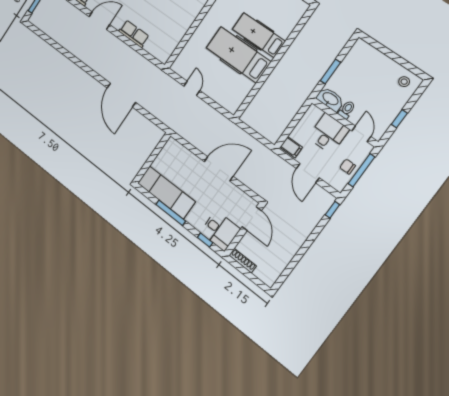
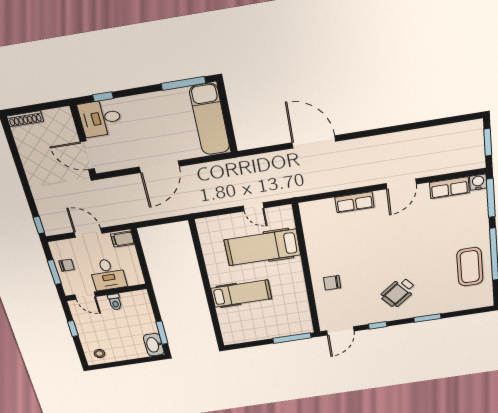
hospital bed: (238, 55) -> (262, 247), moved, turned 180
window: (330, 71) -> (162, 333), moved
washbasin: (330, 99) -> (154, 345), moved, turned 90
window: (361, 170) -> (54, 272), width x0.69
exam couch: (166, 192) -> (210, 119), moved, turned 90
window: (171, 213) -> (183, 83), moved
shoe rack: (243, 261) -> (25, 119), moved

